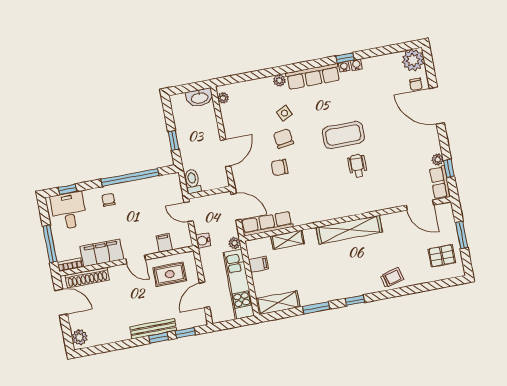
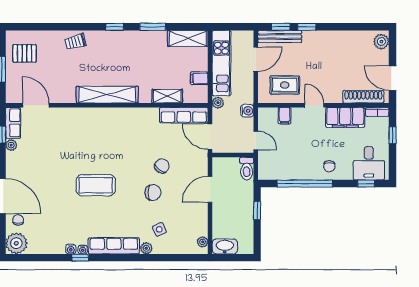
side table: (284, 113) -> (159, 229), moved
chair: (283, 139) -> (153, 193), turned -81
wheelchair: (357, 166) -> (88, 153), removed
chair: (280, 167) -> (162, 166), turned -53
window: (50, 244) -> (392, 135), width x0.46
bench: (153, 329) -> (280, 36), moved

